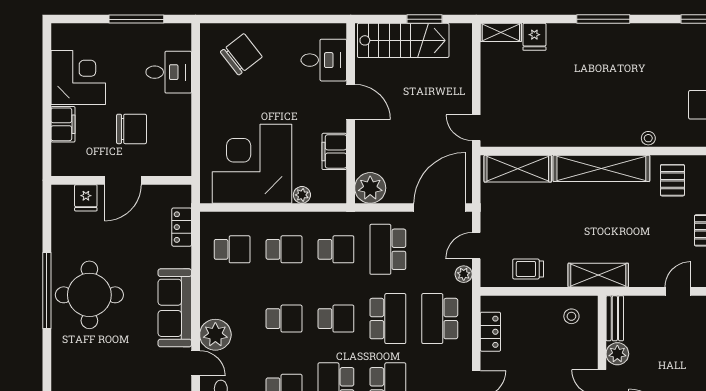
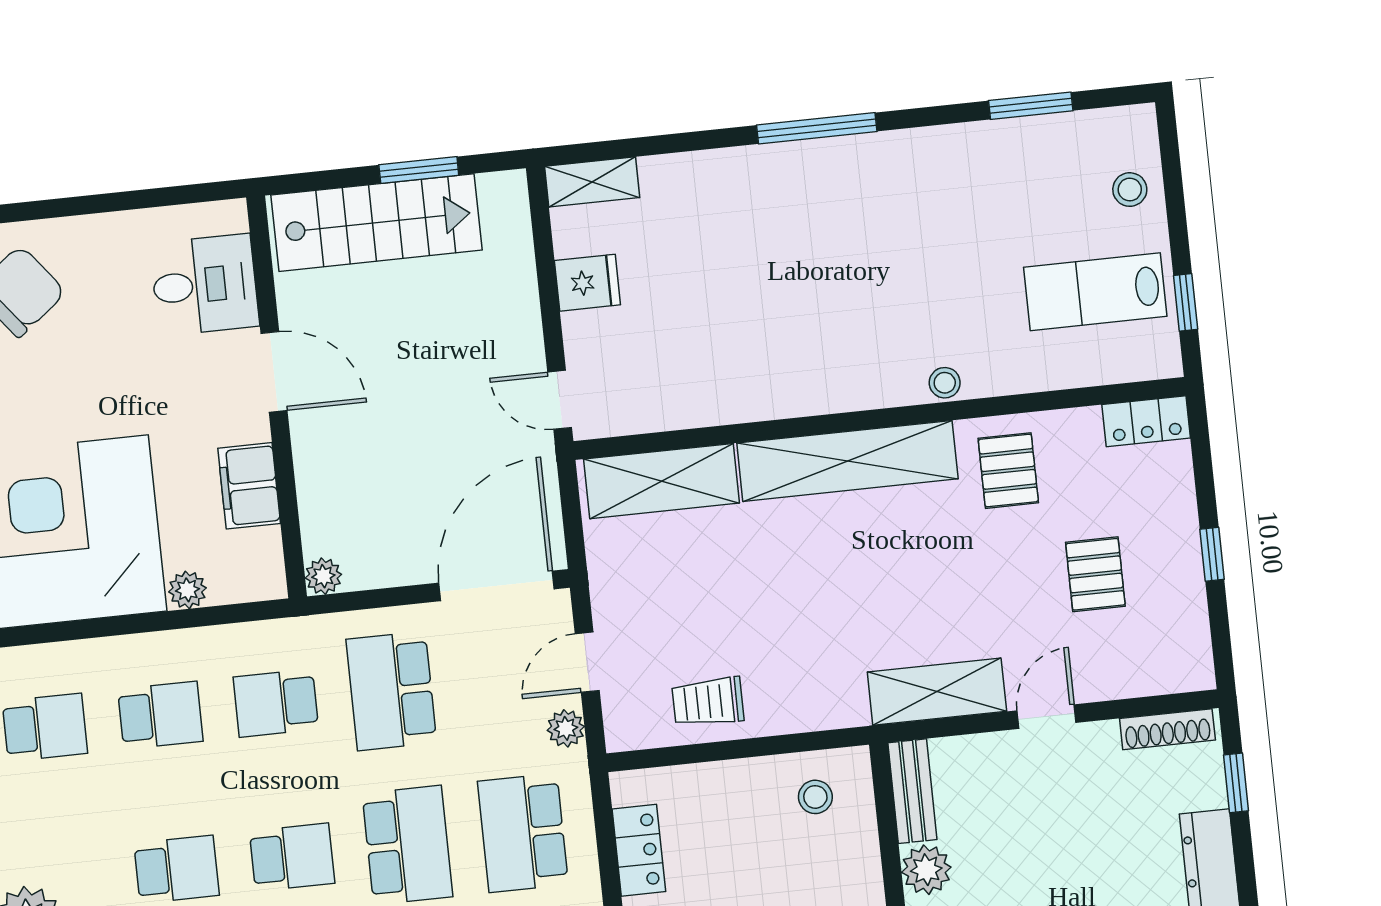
fridge: (534, 37) -> (587, 283), moved, turned -90
plant: (370, 188) -> (323, 576), width x0.53, depth x0.53
school desk: (336, 249) -> (276, 703), turned 180
shelving: (598, 275) -> (937, 692), moved

